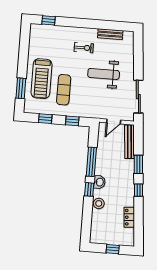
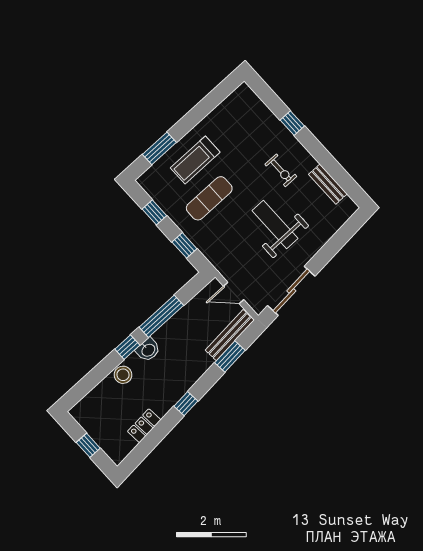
window: (49, 20) -> (292, 123), moved
treadmill: (42, 79) -> (195, 160), width x0.73, depth x0.73
window: (138, 164) -> (230, 357), moved

